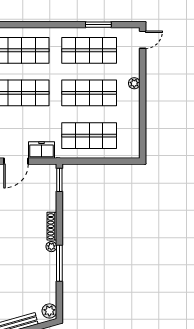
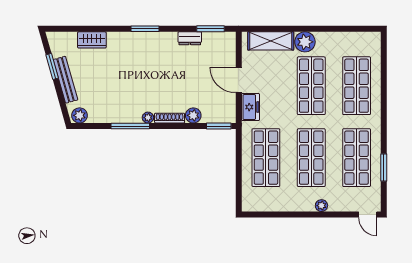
plant: (49, 204) -> (193, 115), added

